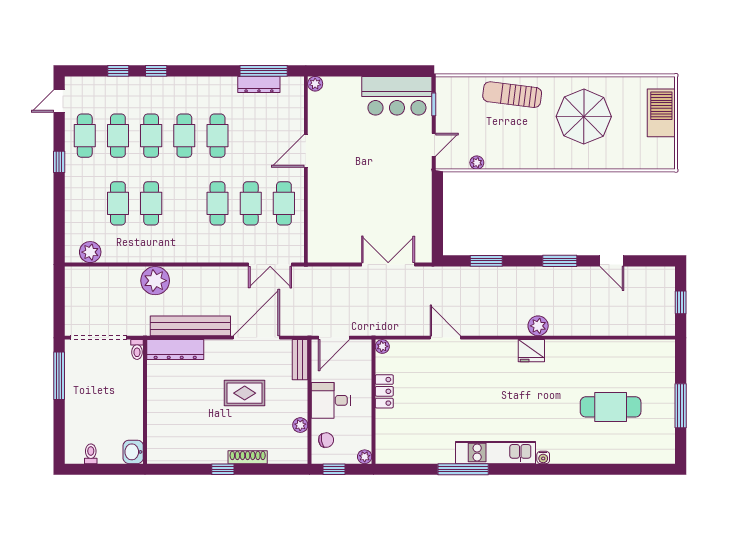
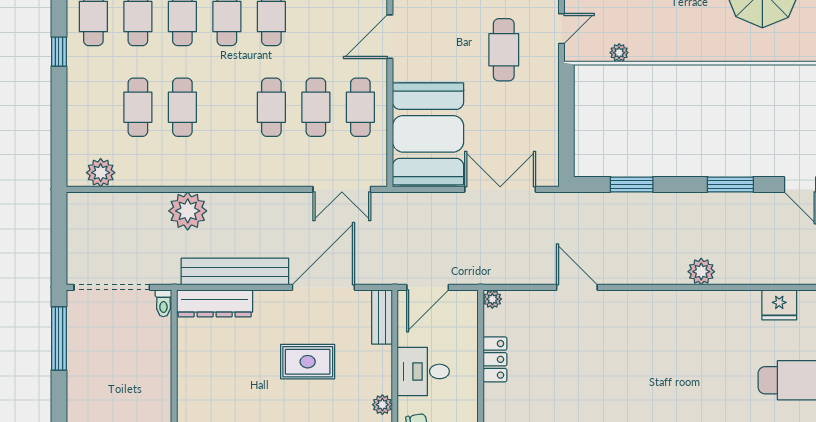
cafe table: (391, 160) -> (504, 50), added
booth: (334, 223) -> (428, 134), added
fridge: (531, 351) -> (779, 305), moved

